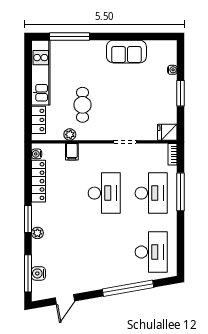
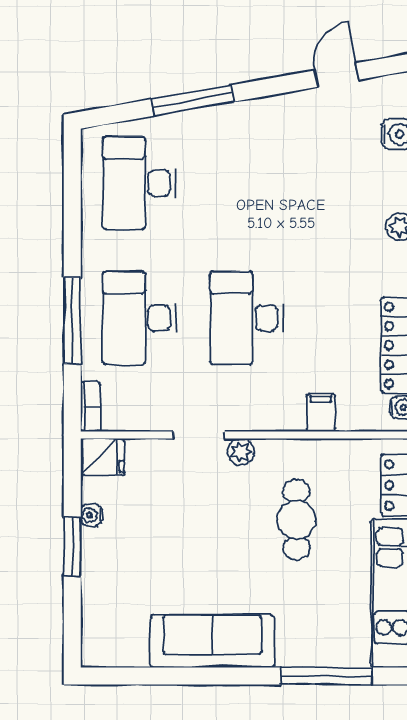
sofa: (126, 52) -> (212, 641), width x1.36
water cooler: (172, 70) -> (91, 515), moved
plant: (70, 135) -> (241, 452), moved
window: (128, 288) -> (192, 100), width x0.68

